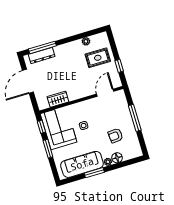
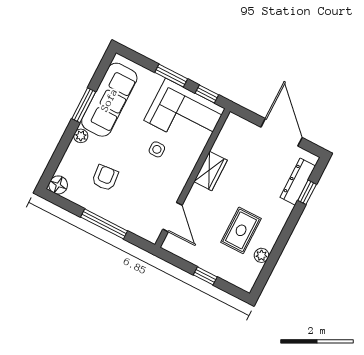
window: (42, 47) -> (307, 192), width x0.46
rug: (98, 58) -> (241, 230), moved
window: (119, 66) -> (205, 276), moved
wardrobe: (58, 99) -> (211, 171), moved
floor lamp: (117, 158) -> (58, 185), moved

